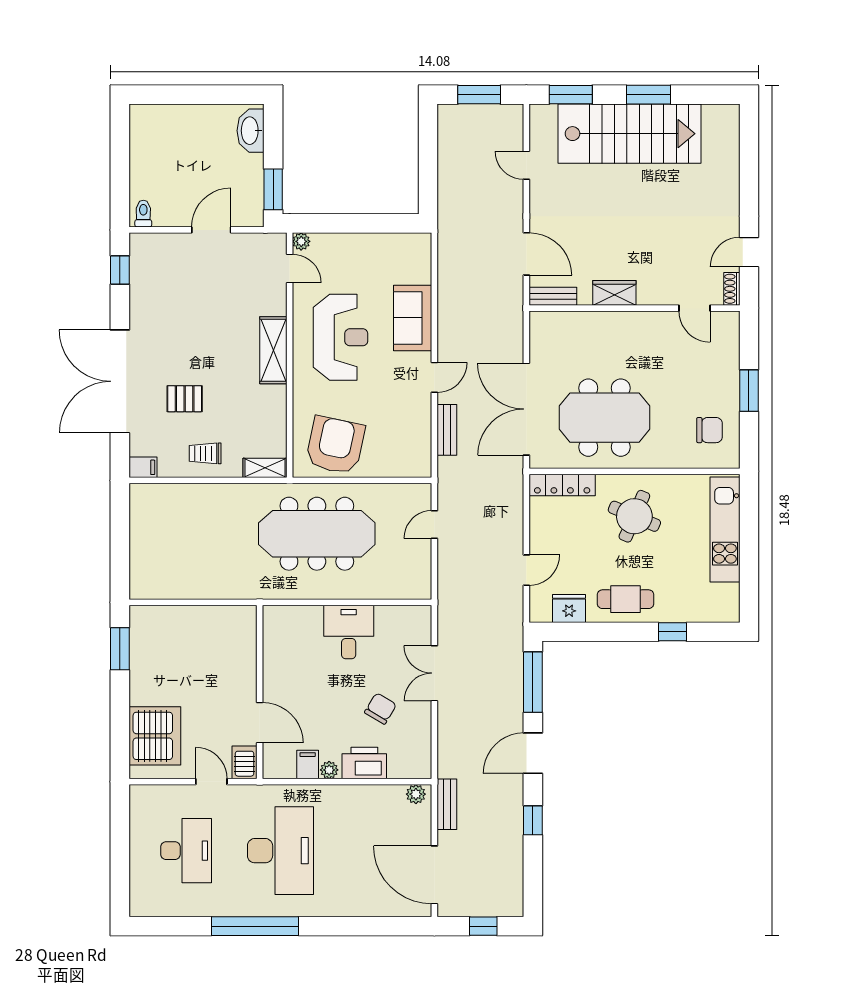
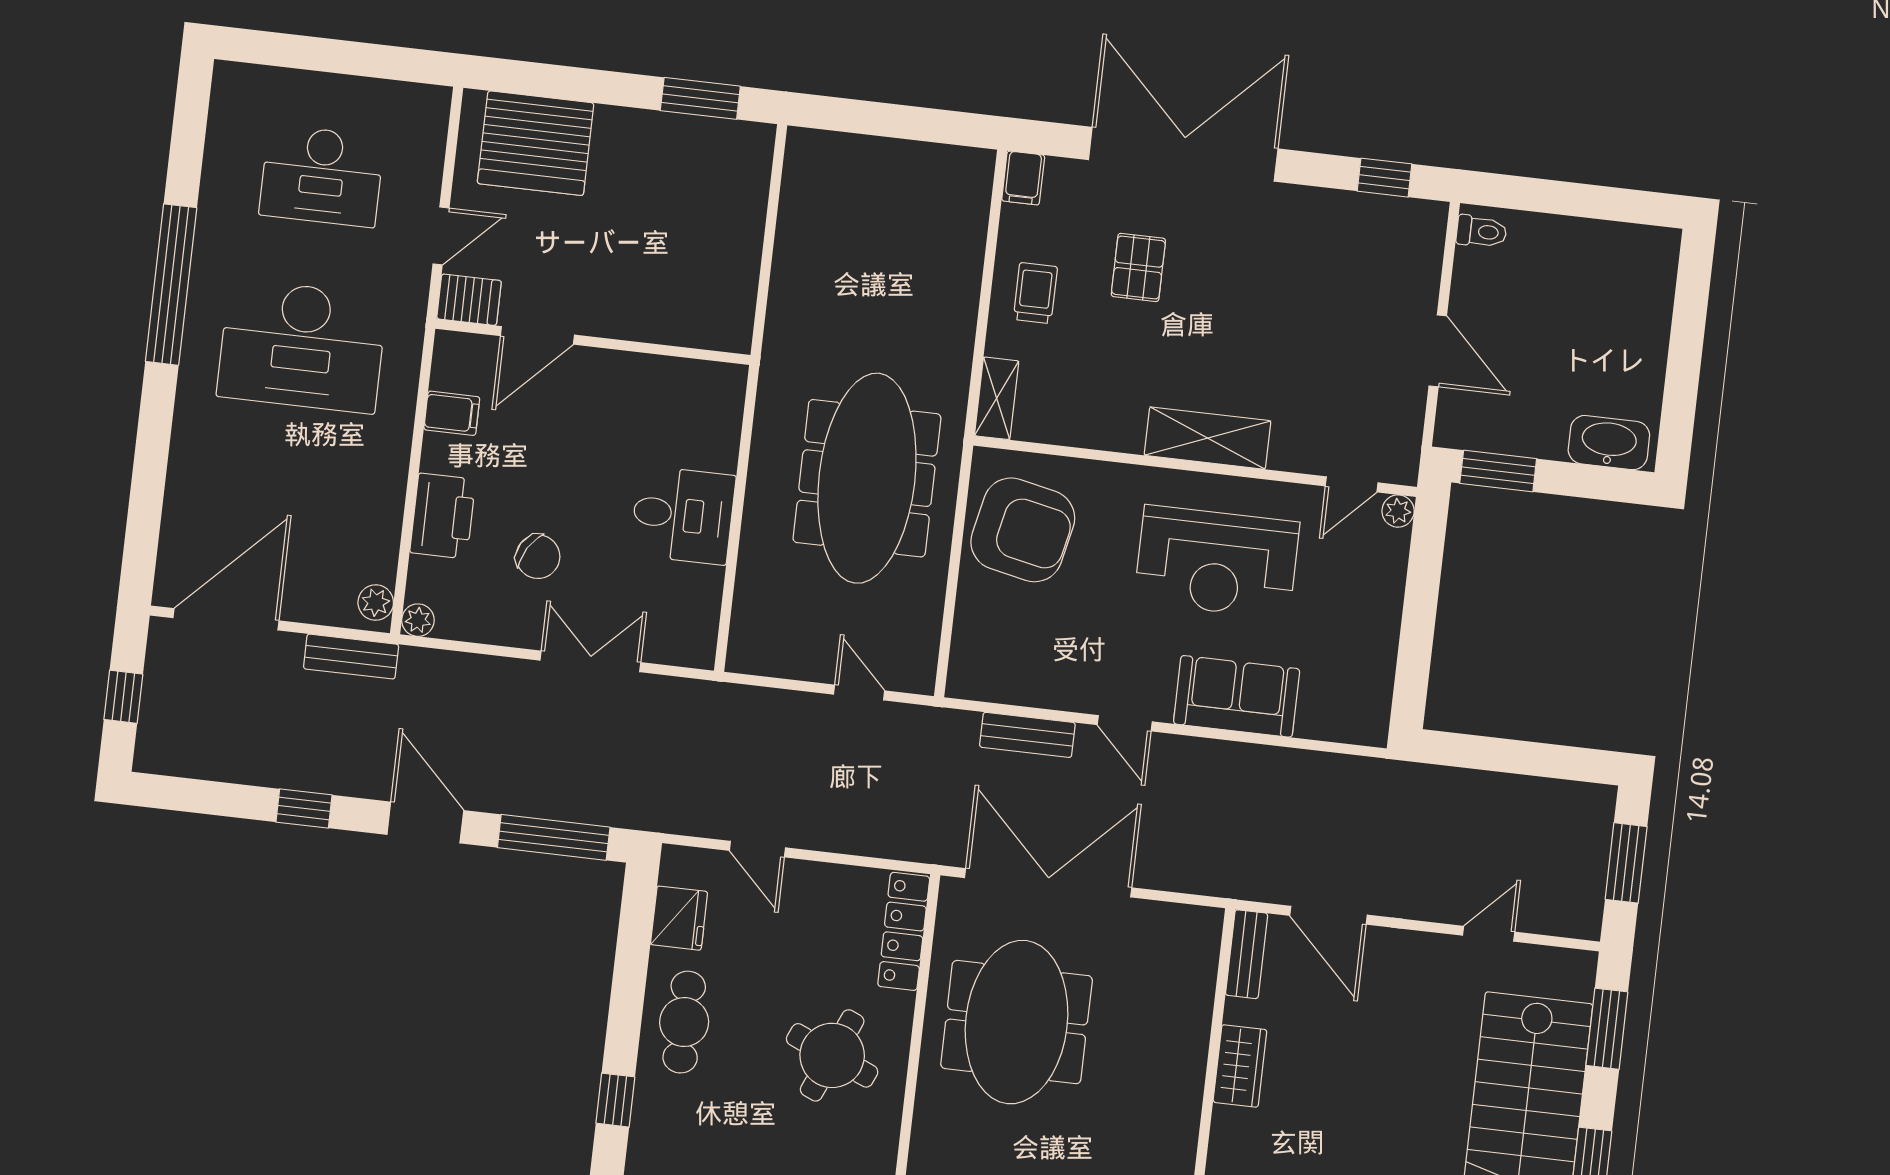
door: (526, 254) -> (1329, 915), hinge flipped
plant: (329, 770) -> (418, 620), moved

